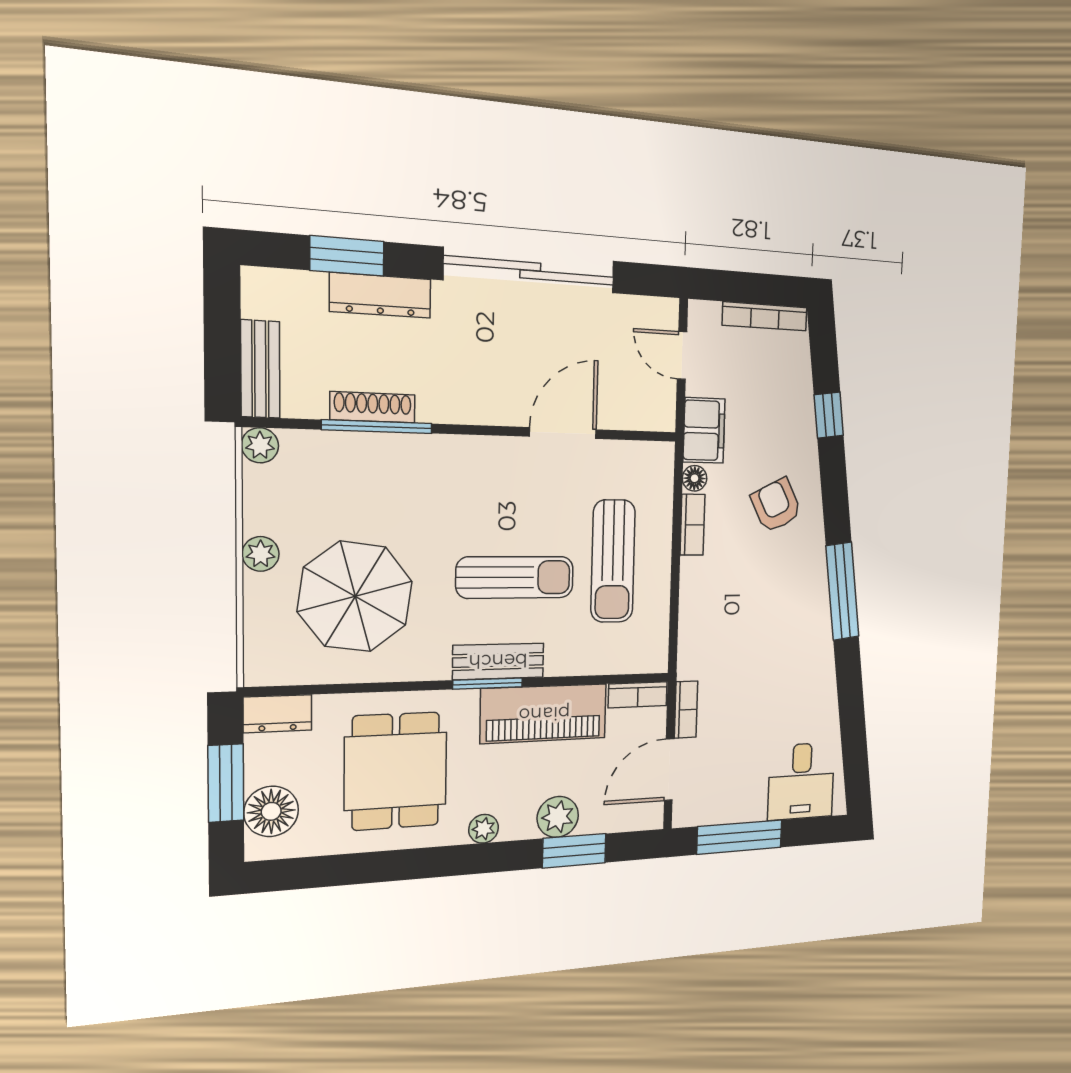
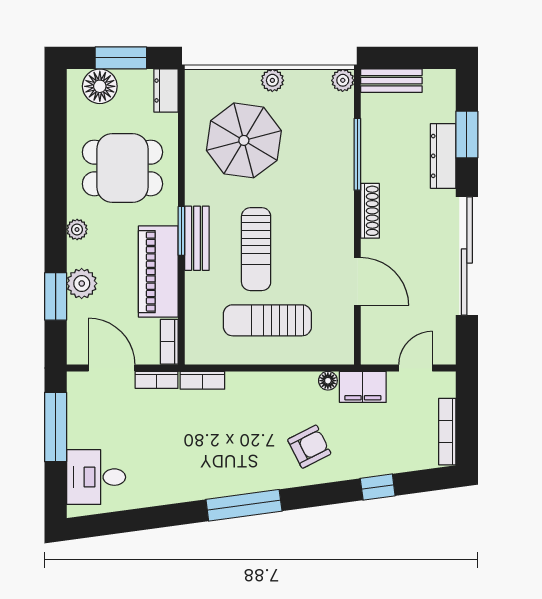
shoe rack: (373, 407) -> (370, 211), moved
bookcase: (692, 525) -> (202, 380), moved

